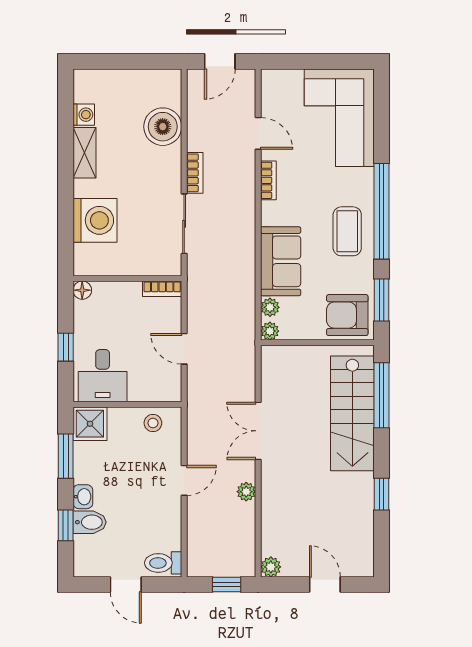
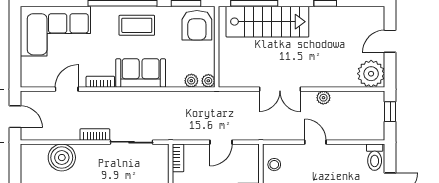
sofa: (281, 261) -> (141, 73), moved
plant: (271, 567) -> (371, 74), width x1.88, depth x1.88

